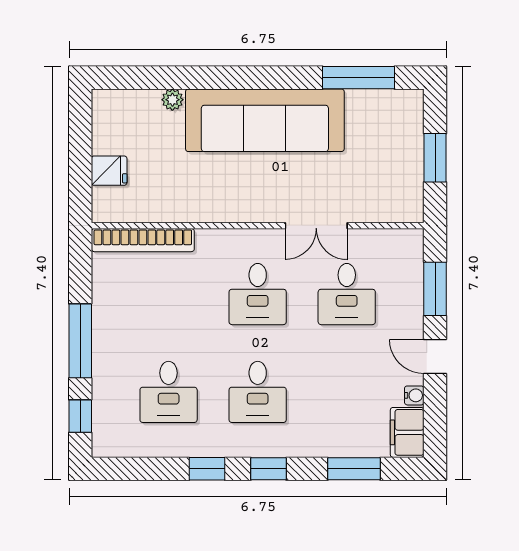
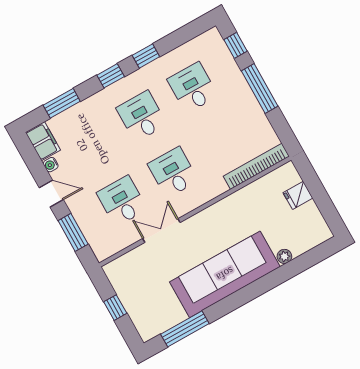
window: (435, 158) -> (115, 308), width x0.67

